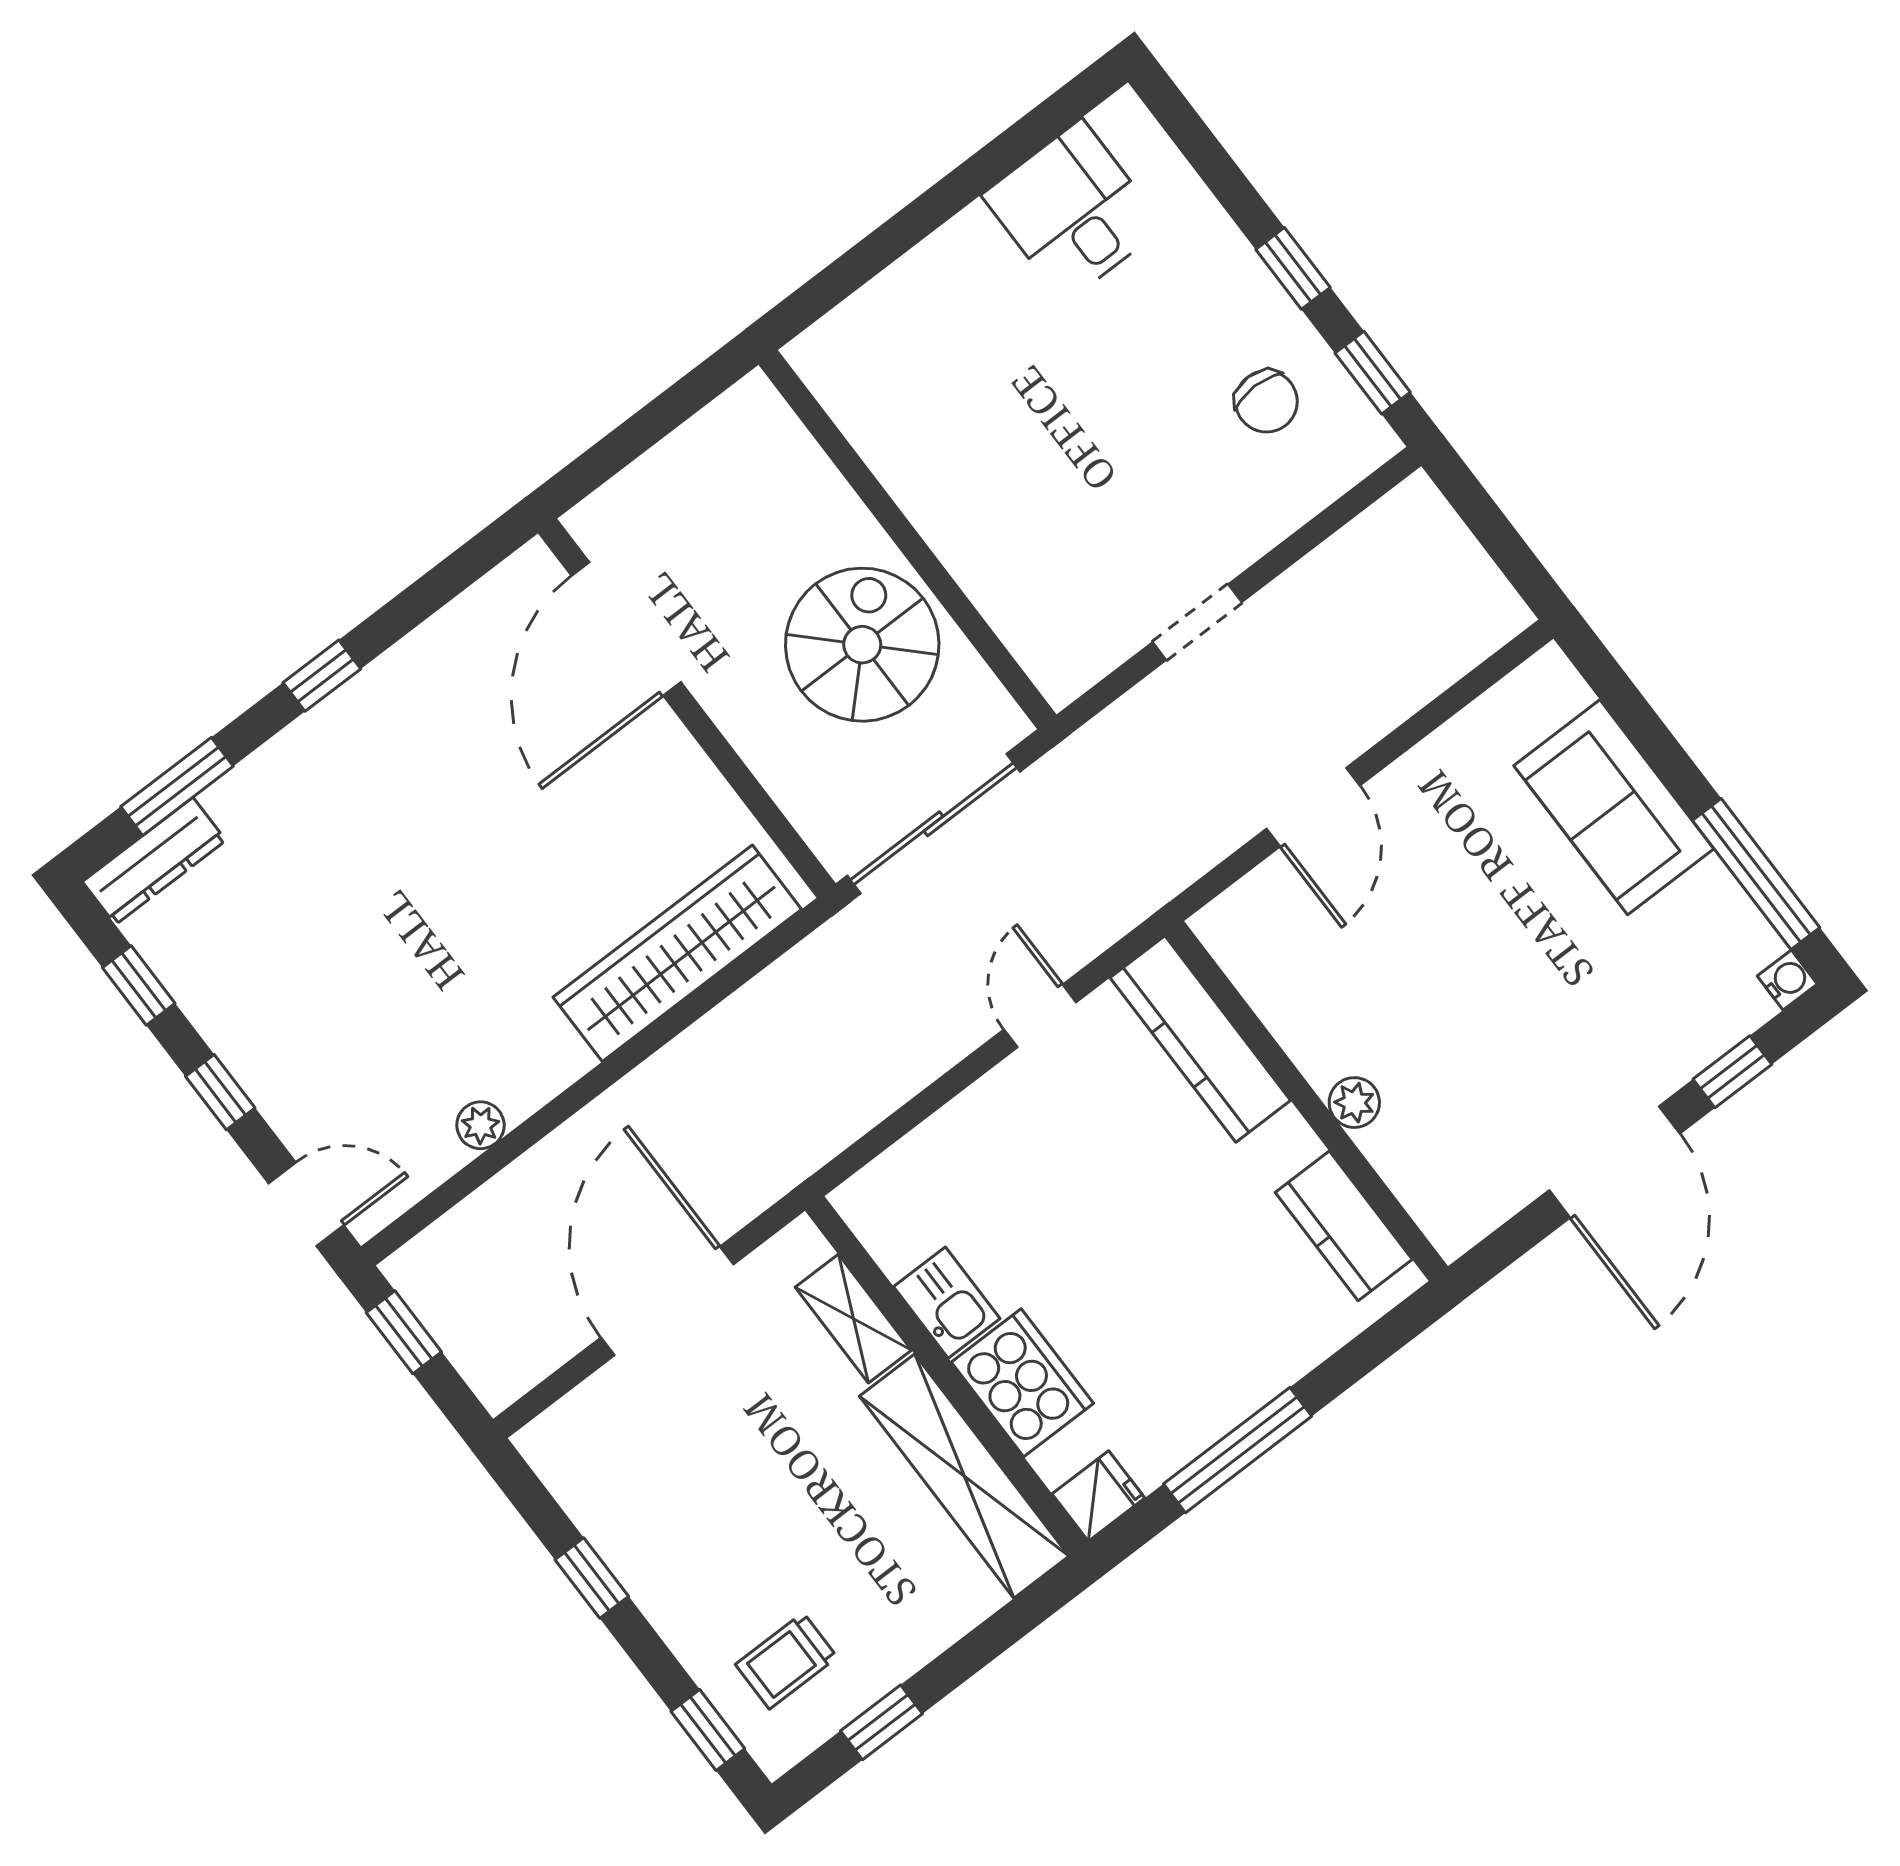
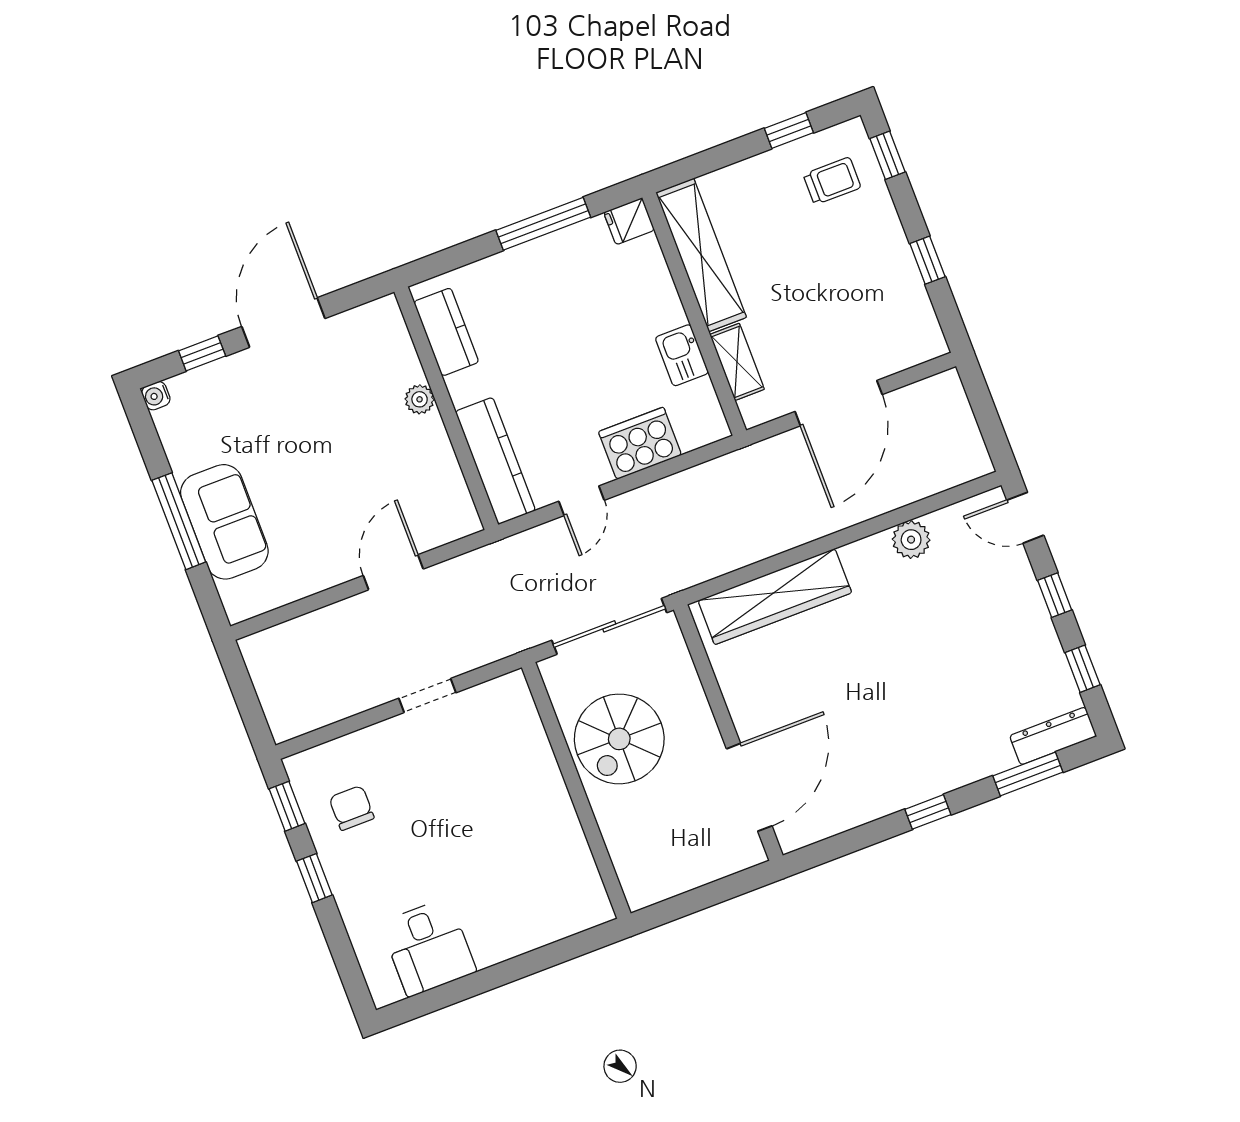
window: (1756, 874) -> (179, 521), moved
plant: (480, 1125) -> (911, 540), width x1.38, depth x1.38
window: (404, 1332) -> (992, 429), removed
cooker: (1022, 1383) -> (640, 443), moved, turned 90

